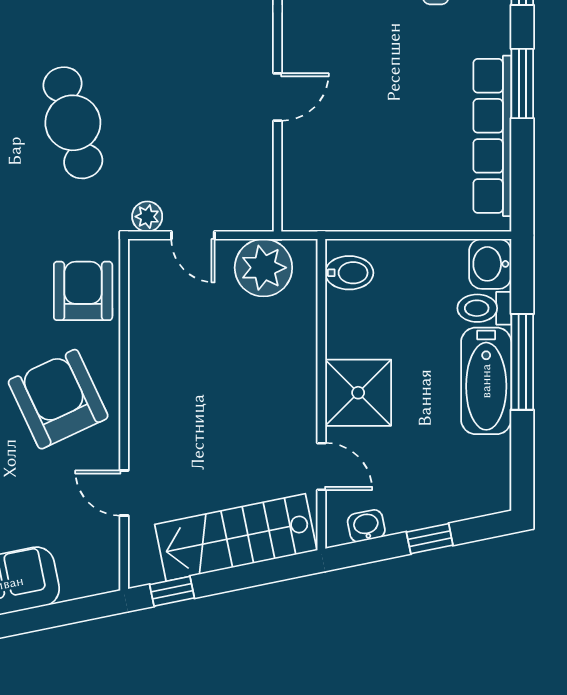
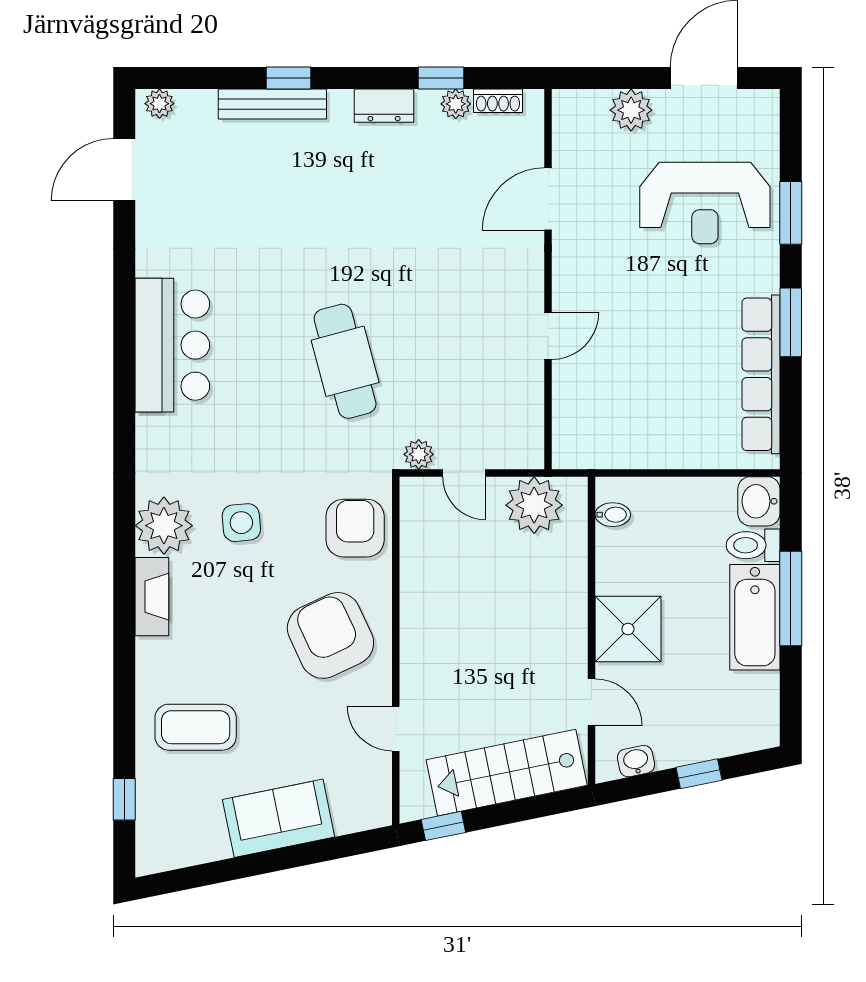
bidet: (349, 273) -> (613, 515), width x0.72, depth x0.74

